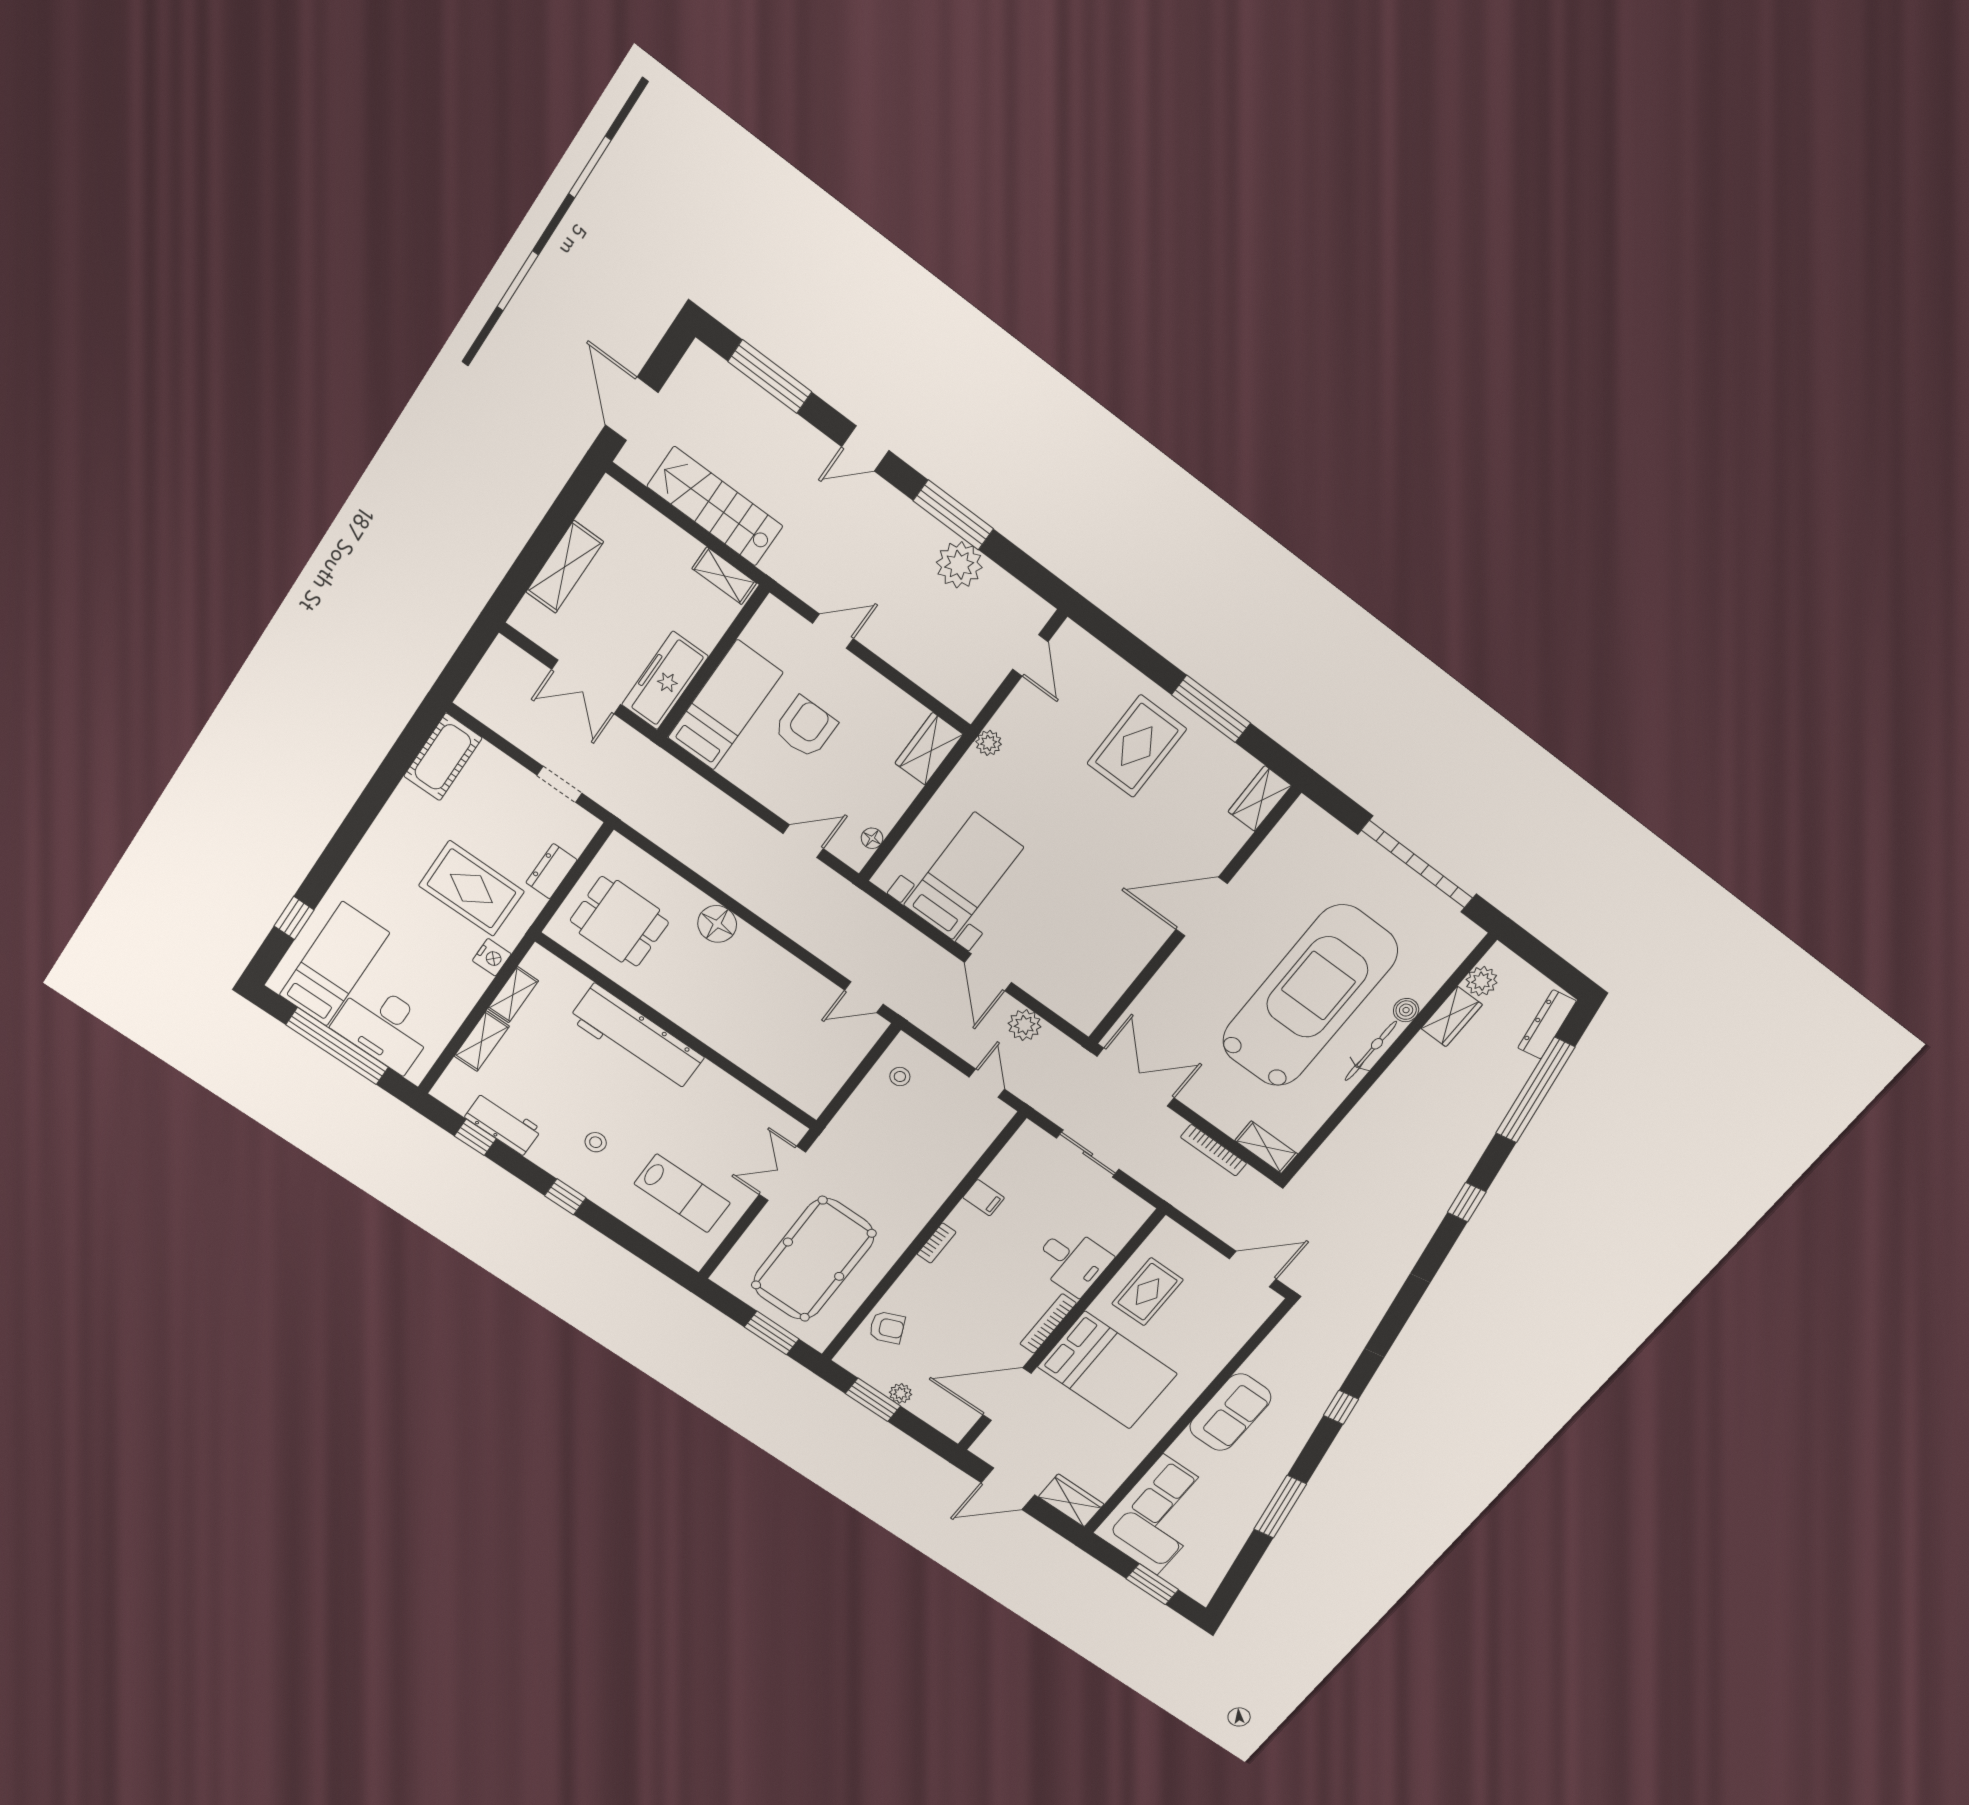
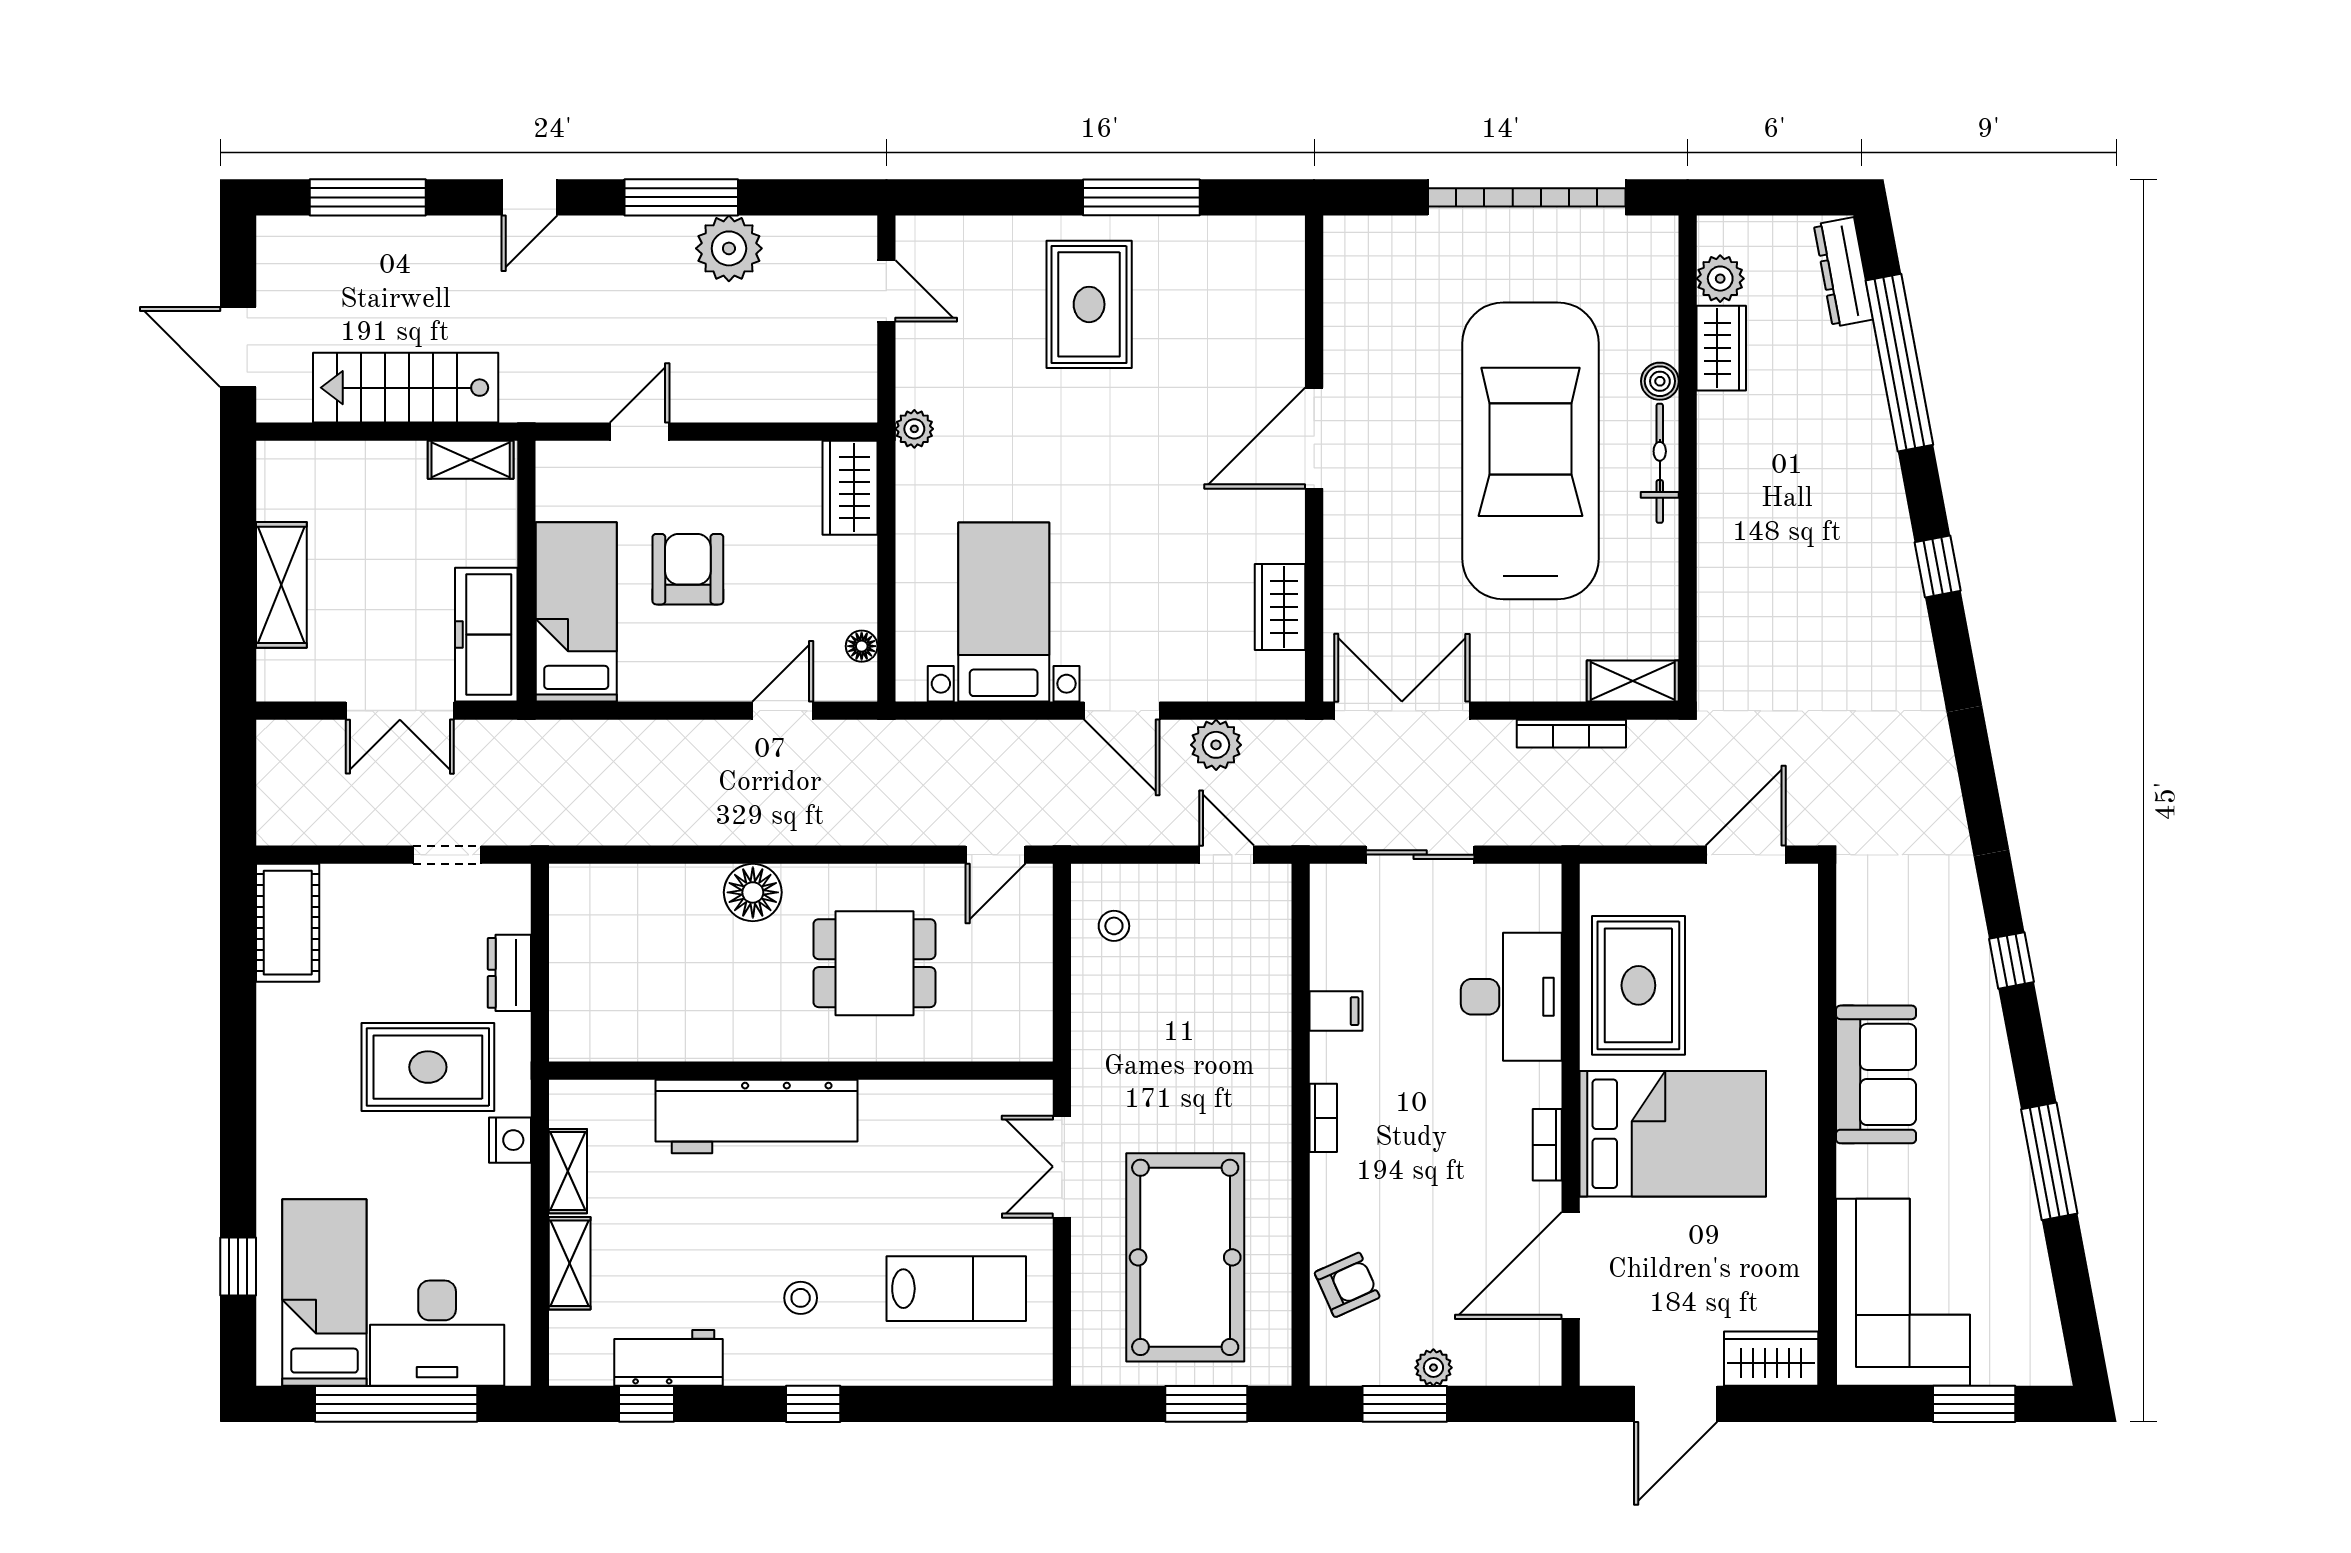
wardrobe: (1260, 799) -> (1280, 607), moved
dining table: (619, 921) -> (874, 963), moved
desk: (1072, 1261) -> (1511, 997), width x1.37
rug: (1147, 1292) -> (1638, 985), width x1.36, depth x1.43
bookcase: (1048, 1324) -> (1547, 1145), width x0.64

